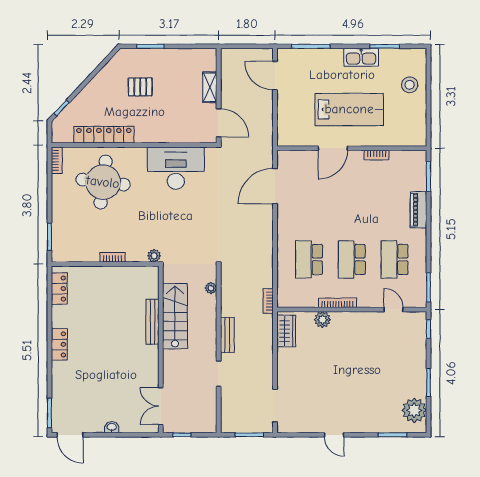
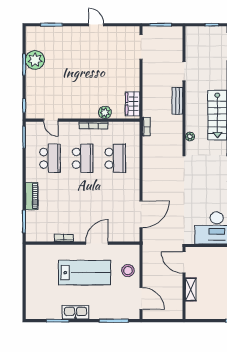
stool: (410, 85) -> (128, 271), moved
lab bench: (349, 109) -> (84, 273), turned 180
plant: (414, 410) -> (35, 60), moved

